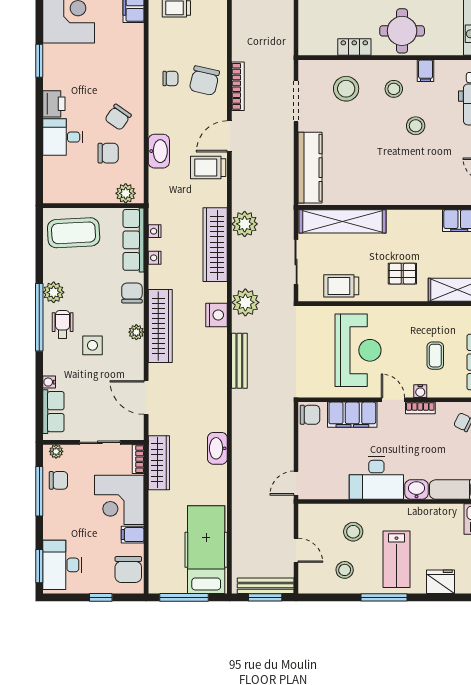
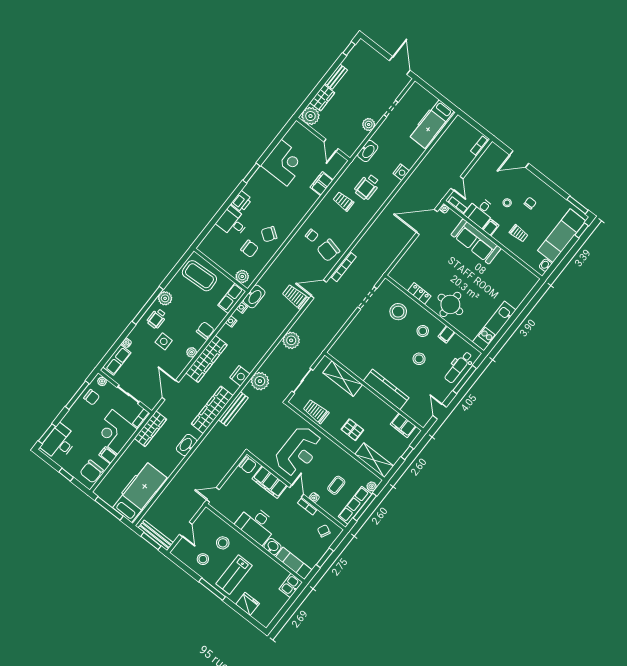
washbasin: (159, 151) -> (254, 296), moved
kitchen counter: (310, 168) -> (386, 389), moved, turned -90
shelving: (343, 221) -> (343, 379), width x0.68
row of seats: (134, 240) -> (232, 298), width x0.68
wardrobe: (215, 245) -> (212, 410), moved
wheelchair: (63, 324) -> (157, 319), turned 180

